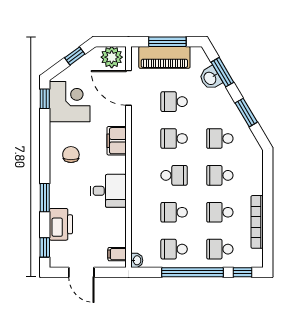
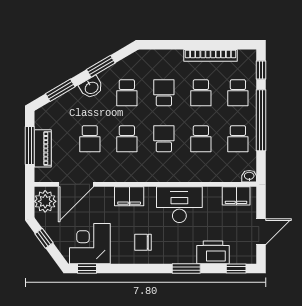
piano: (164, 57) -> (43, 148), width x0.73, depth x0.75
washbasin: (210, 78) -> (91, 87), moved
school desk: (220, 175) -> (164, 93), turned 180
desk: (108, 191) -> (179, 205), width x1.37
filing cabinet: (117, 254) -> (236, 196), width x2.00

